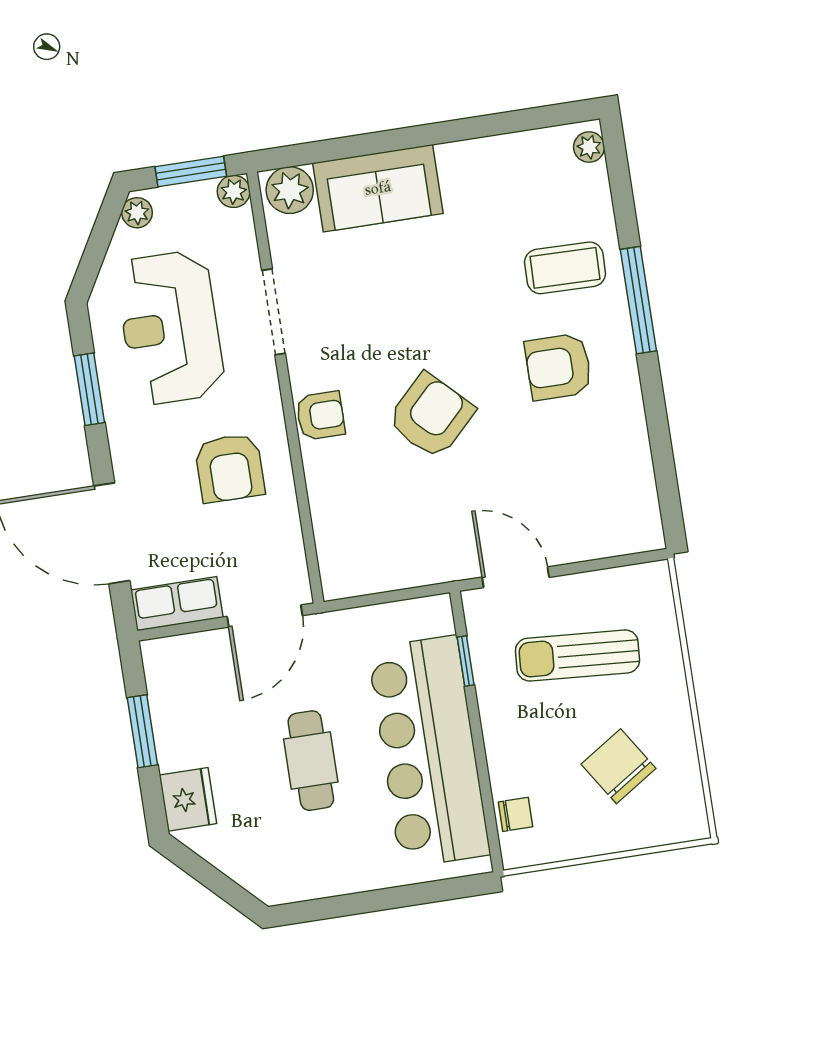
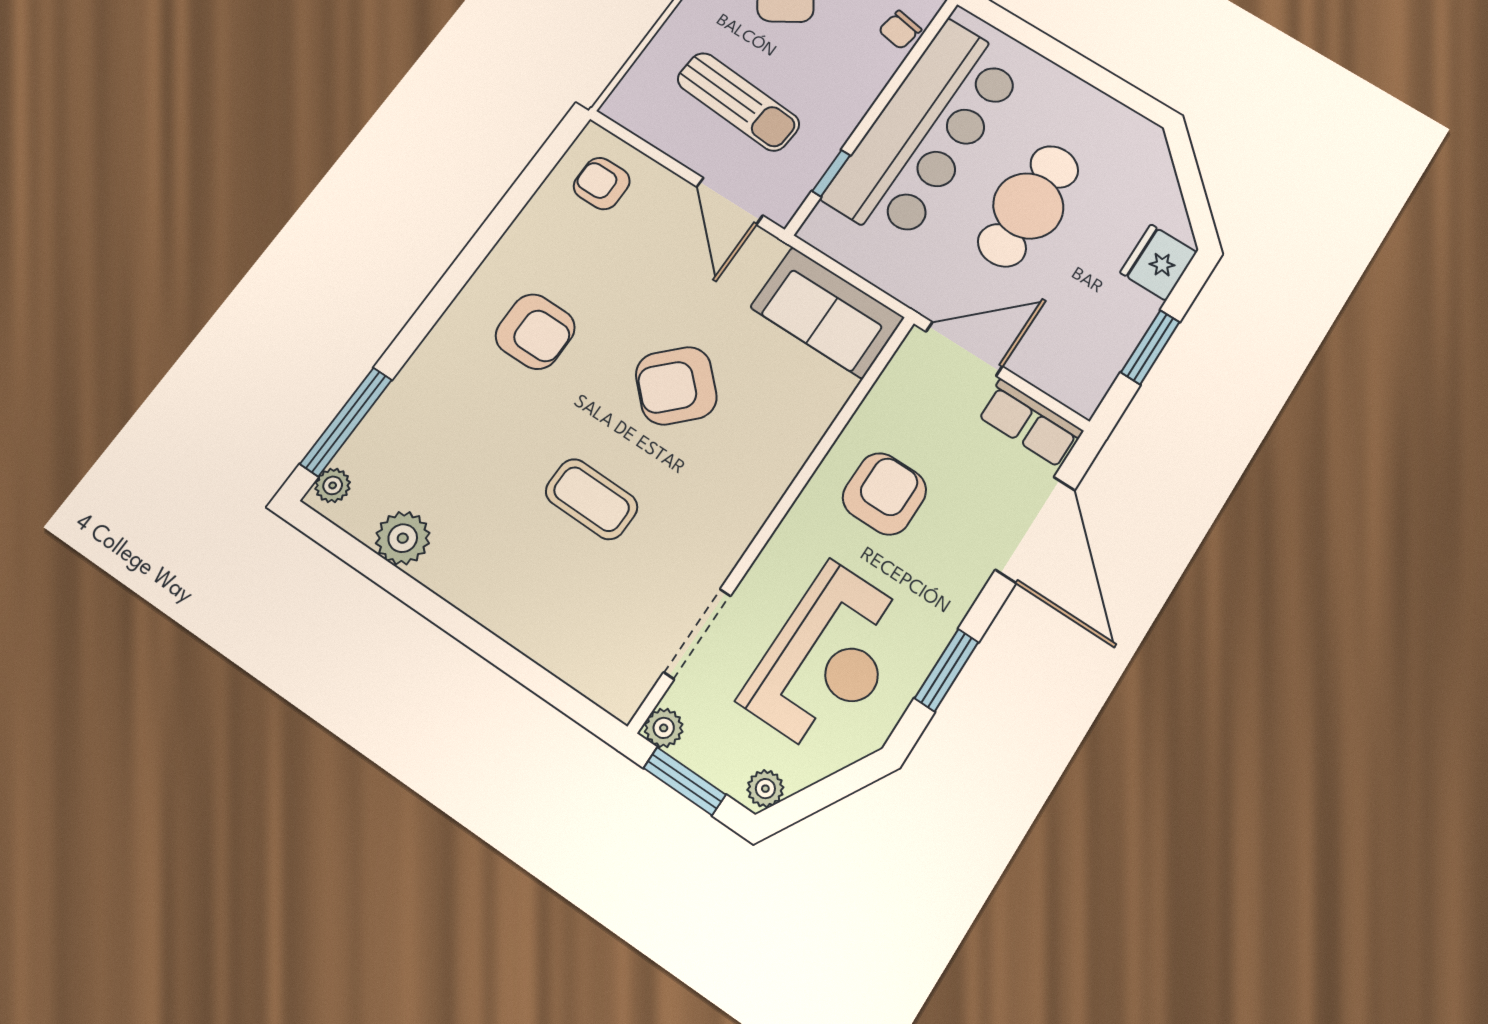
sofa: (378, 188) -> (827, 312), moved, turned 180
plant: (290, 190) -> (403, 538), moved
coffee table: (565, 268) -> (592, 499), moved
window: (638, 300) -> (346, 422), moved
doorway: (274, 312) -> (697, 634), moved
armchair: (320, 416) -> (602, 183), moved
cafe table: (311, 761) -> (1028, 206), width x1.37, depth x1.35
chair: (516, 814) -> (900, 30), turned -80

